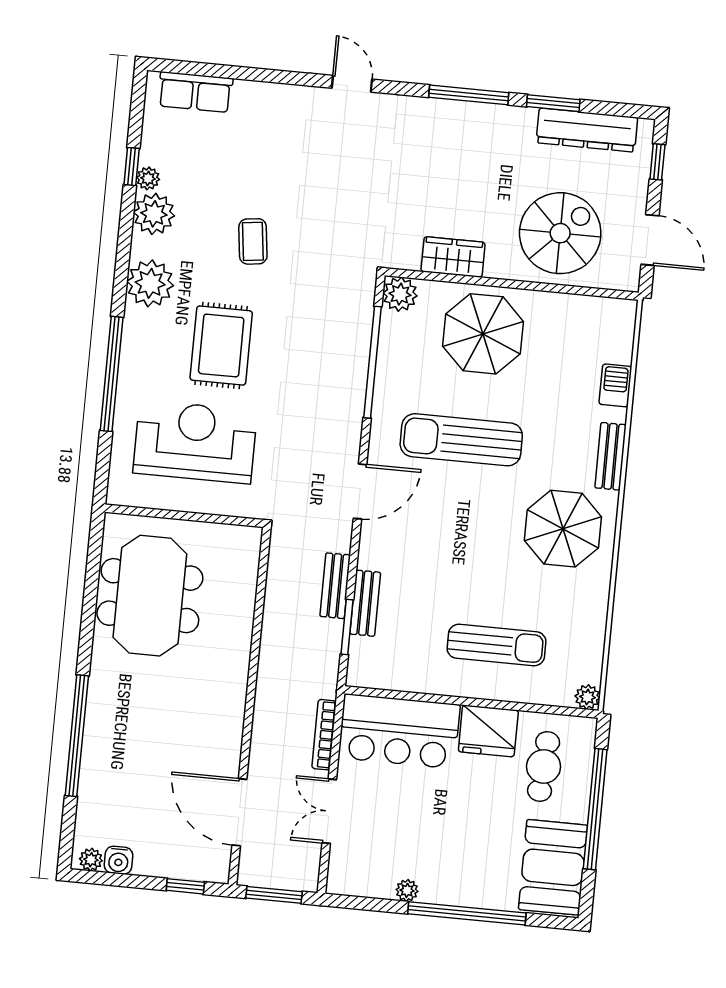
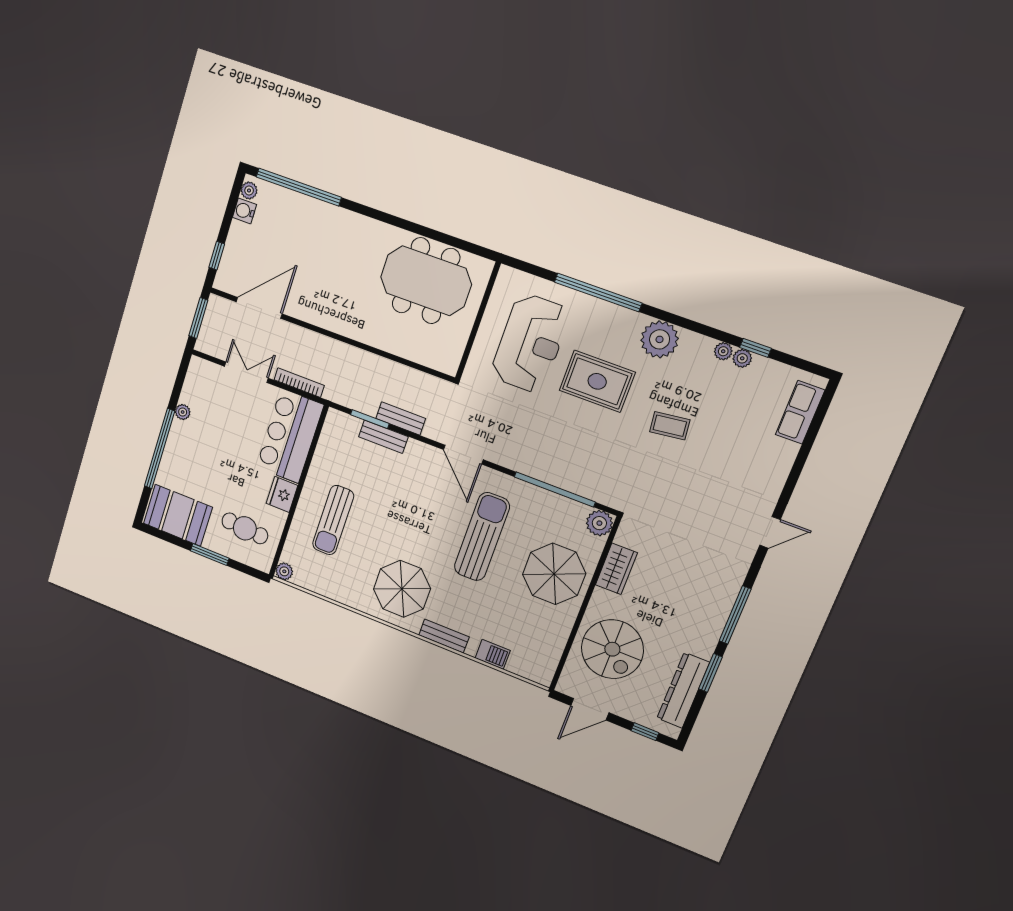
plant: (154, 214) -> (723, 351), width x0.53, depth x0.53
fridge: (488, 731) -> (282, 494), width x0.73, depth x0.75
window: (77, 736) -> (299, 187), moved
window: (595, 809) -> (210, 555), width x0.47

